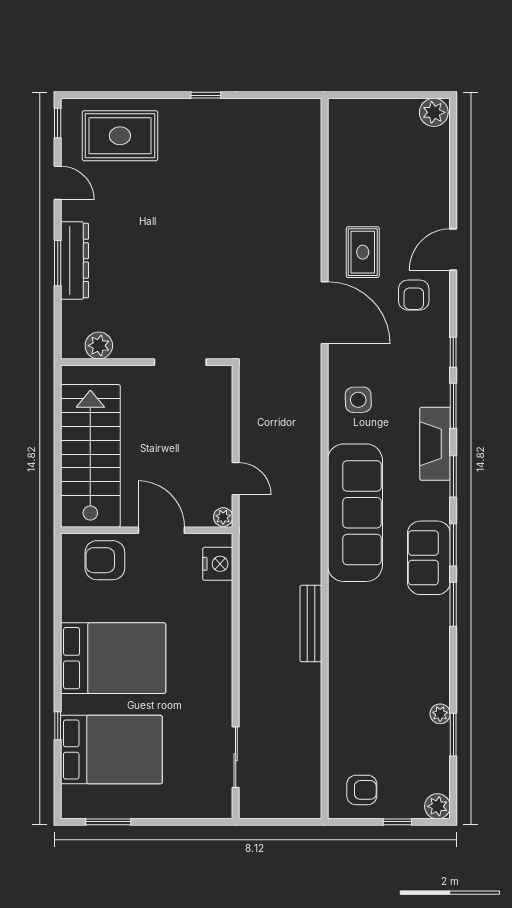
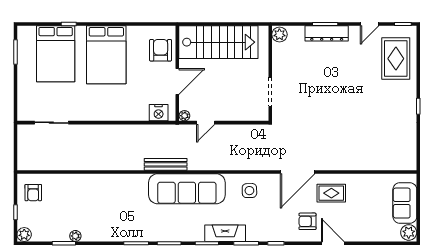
plant: (99, 346) -> (279, 34), moved
sofa: (429, 558) -> (405, 203), moved, turned -90
bench: (311, 624) -> (166, 164), moved

